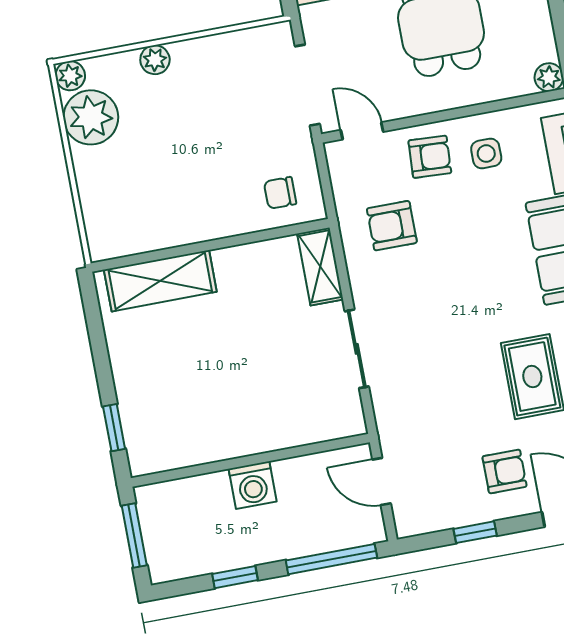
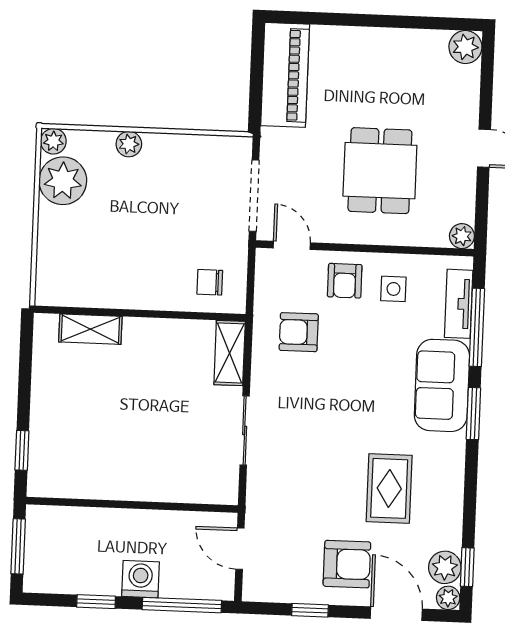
armchair: (430, 157) -> (345, 281), turned 87
shelving: (160, 281) -> (90, 329), width x0.67, depth x0.75
armchair: (505, 471) -> (347, 564), width x1.38, depth x1.38
washing machine: (253, 485) -> (140, 579), moved, turned 180

